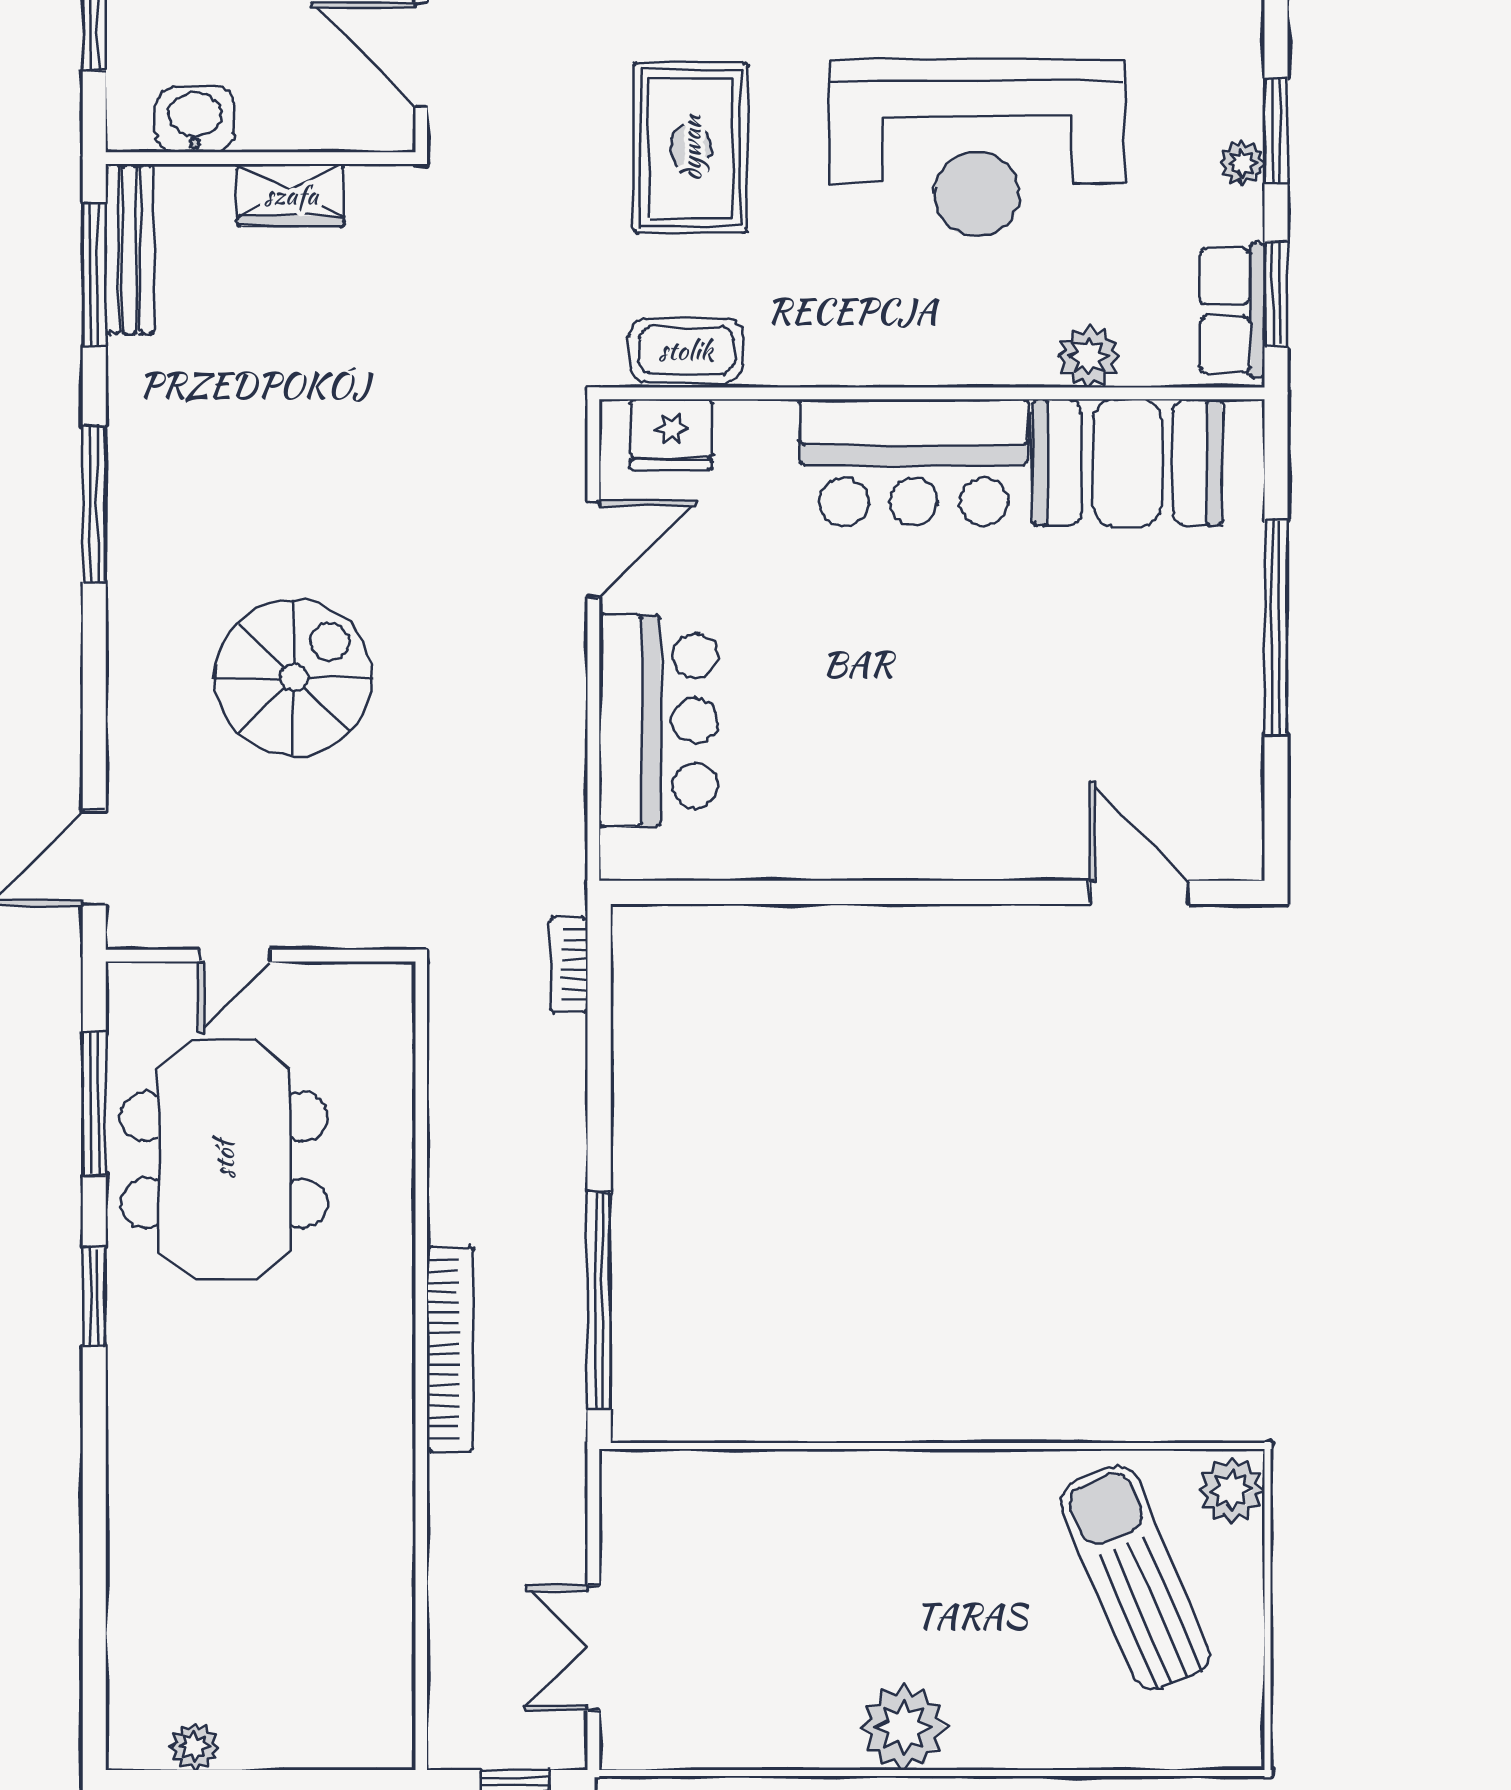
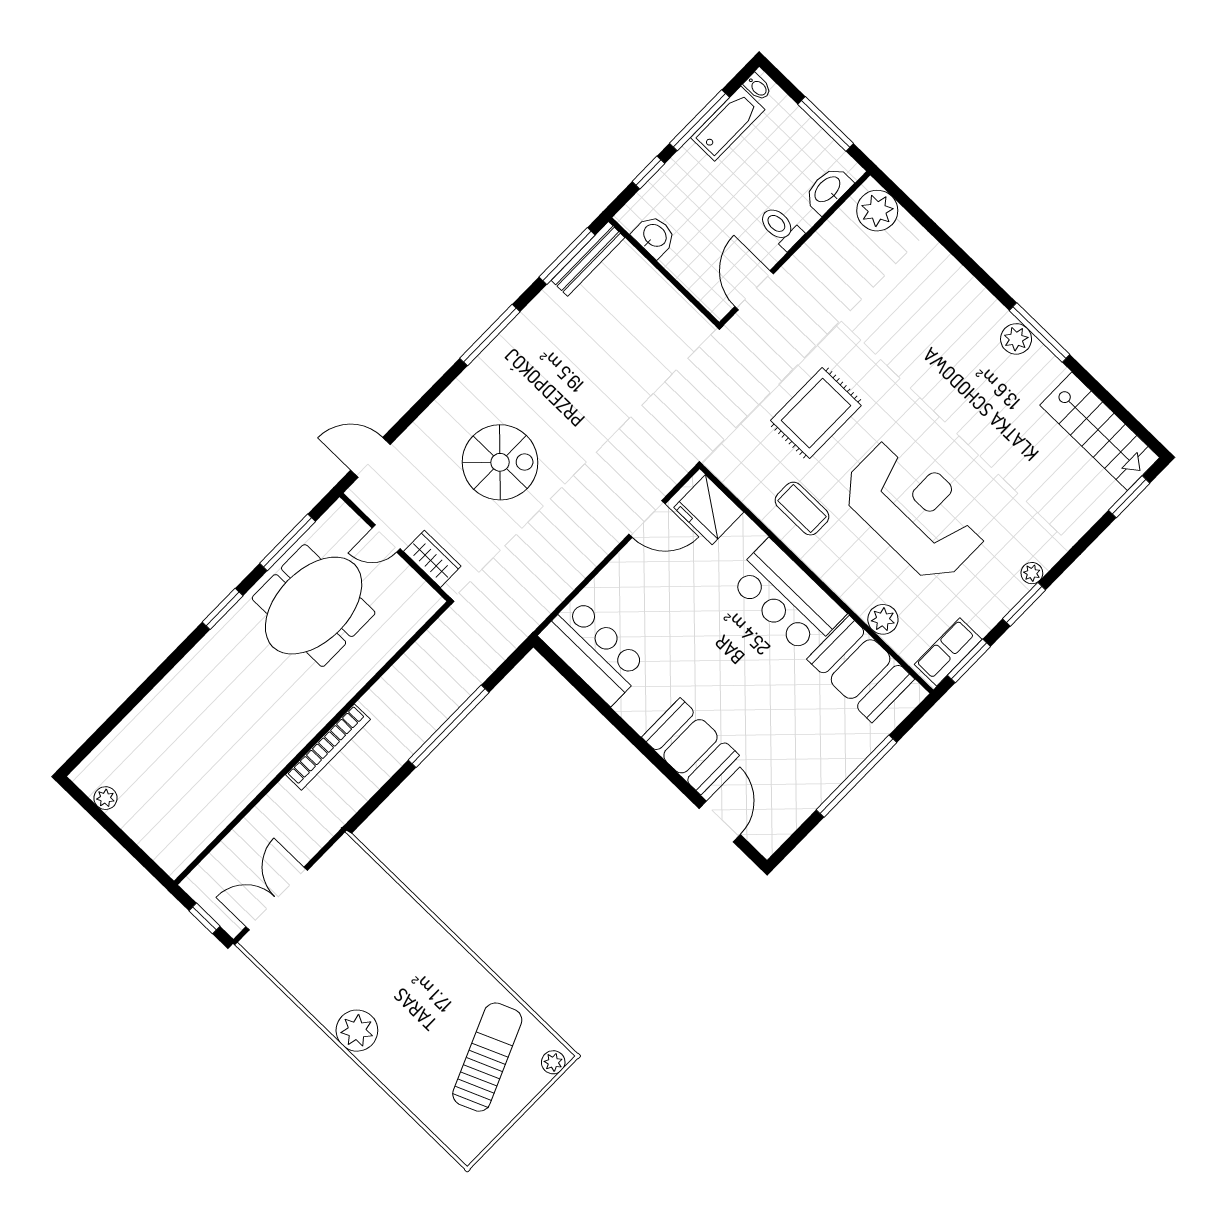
reception desk: (977, 148) -> (915, 510), turned 180
plant: (1242, 163) -> (1032, 573), moved
wardrobe: (291, 195) -> (432, 559), moved, turned 180
coffee table: (686, 350) -> (802, 509), moved
fridge: (671, 434) -> (709, 510), width x1.36, depth x1.34
bar counter: (658, 721) -> (594, 651), moved, turned -90
booth: (987, 823) -> (690, 746), added
bookcase: (569, 965) -> (498, 654), removed
window: (599, 1301) -> (449, 726), moved
plant: (1231, 1490) -> (553, 1062), width x0.73, depth x0.73
double door: (593, 1648) -> (277, 898), width x1.37

